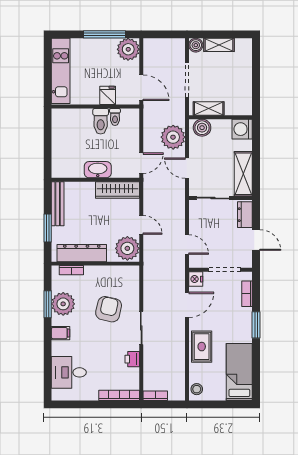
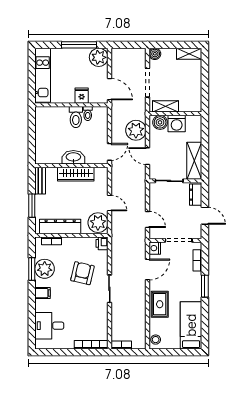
shelving: (219, 45) -> (189, 54), moved
washing machine: (242, 129) -> (177, 124), moved, turned -90
wardrobe: (118, 190) -> (76, 174), moved
bench: (58, 204) -> (40, 181), width x0.73
printer: (132, 359) -> (102, 243), moved

